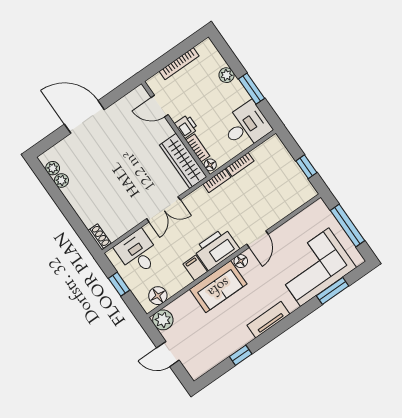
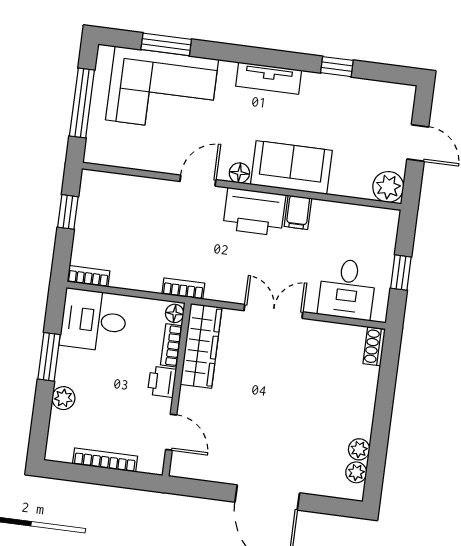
bookcase: (240, 164) -> (88, 276), moved
floor lamp: (158, 296) -> (369, 220), removed

